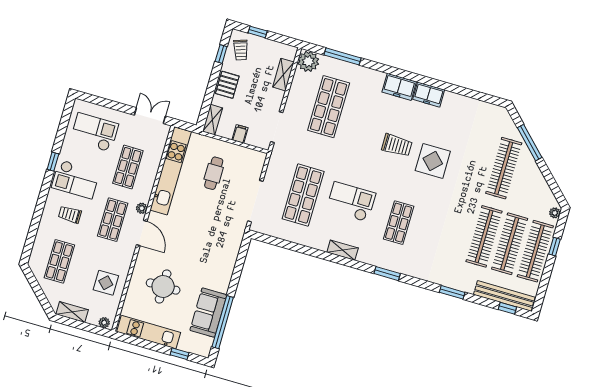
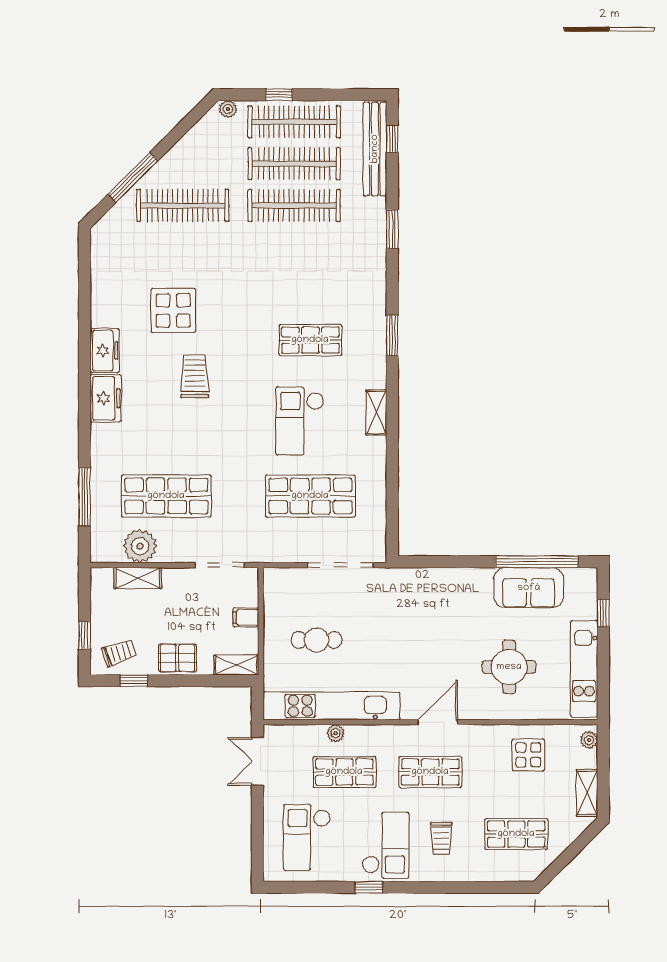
plant: (308, 61) -> (140, 546), moved
display table: (433, 161) -> (173, 310), moved
plant: (142, 208) -> (336, 733), moved

